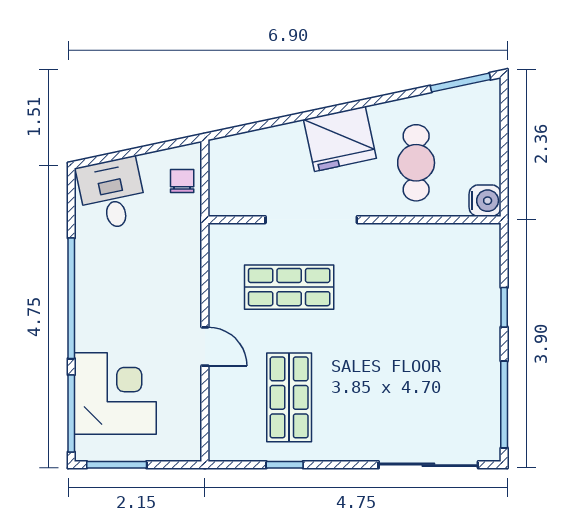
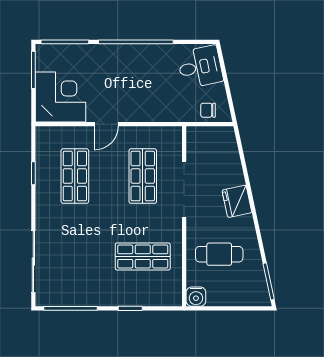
fridge: (340, 139) -> (237, 201), width x0.73, depth x0.75
chair: (182, 181) -> (208, 110), turned 180
shop shelf: (420, 287) -> (143, 257), added
corner desk: (115, 393) -> (60, 97), moved, turned -90
shop shelf: (289, 397) -> (75, 176), turned 90

